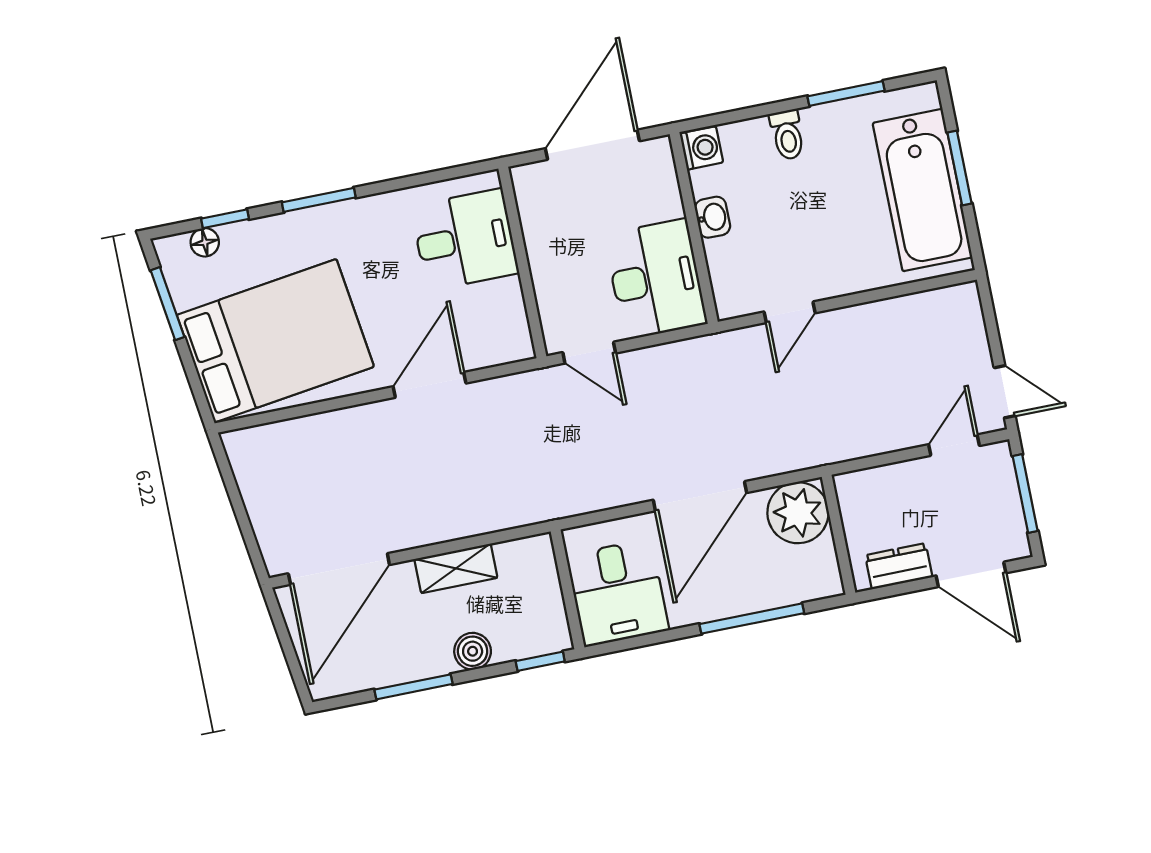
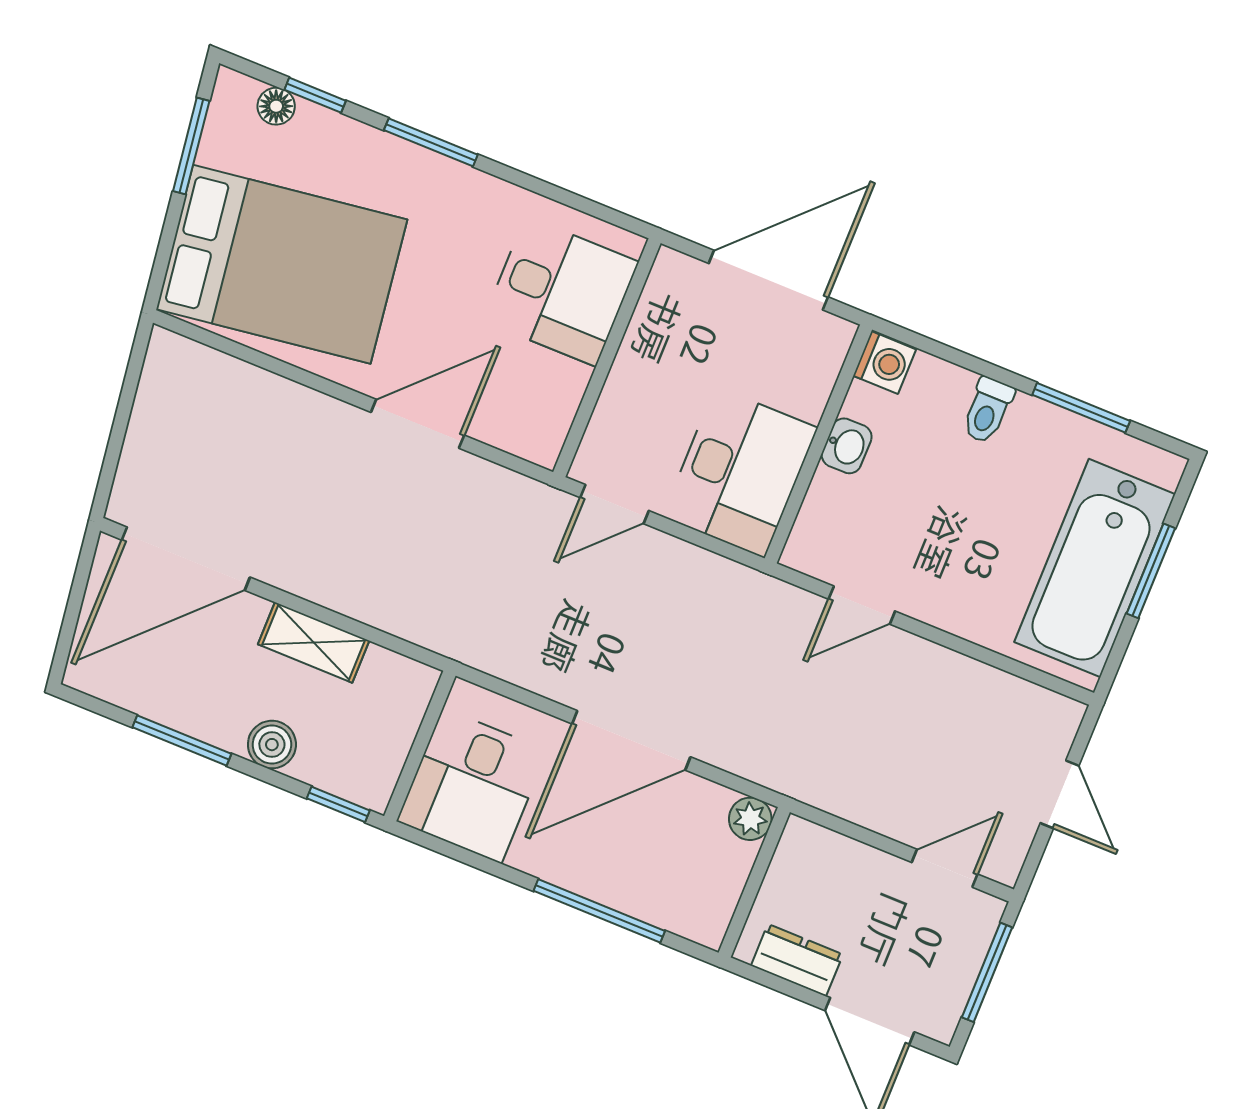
door: (589, 353) -> (615, 504), hinge flipped
door: (1005, 392) -> (1060, 794), moved
plant: (798, 513) -> (750, 819), width x0.53, depth x0.53

